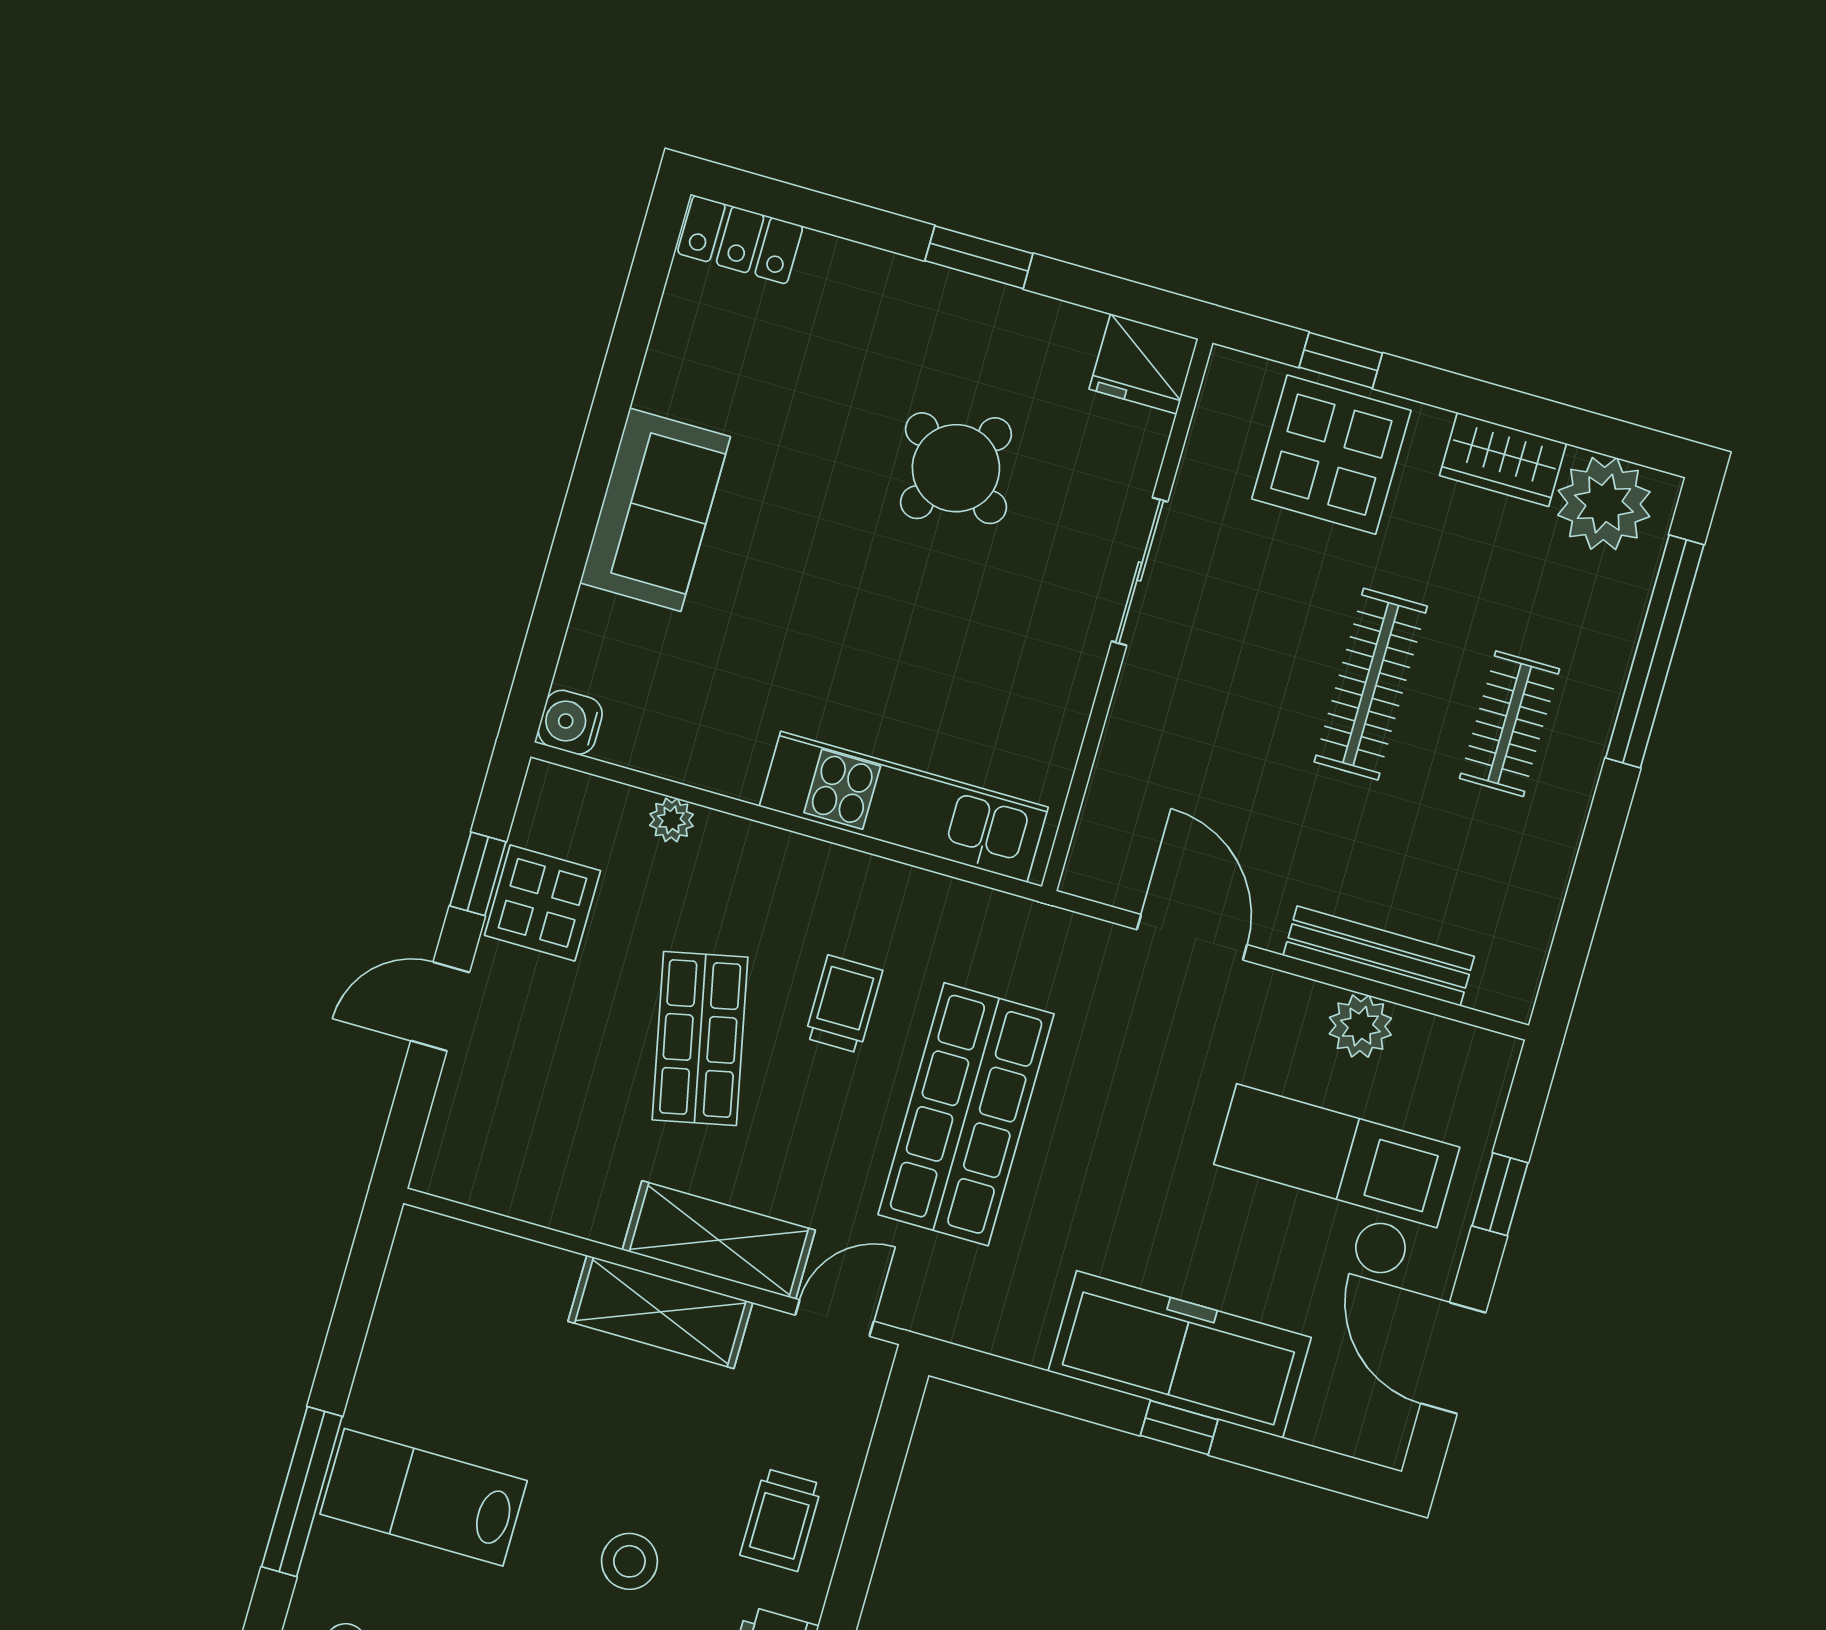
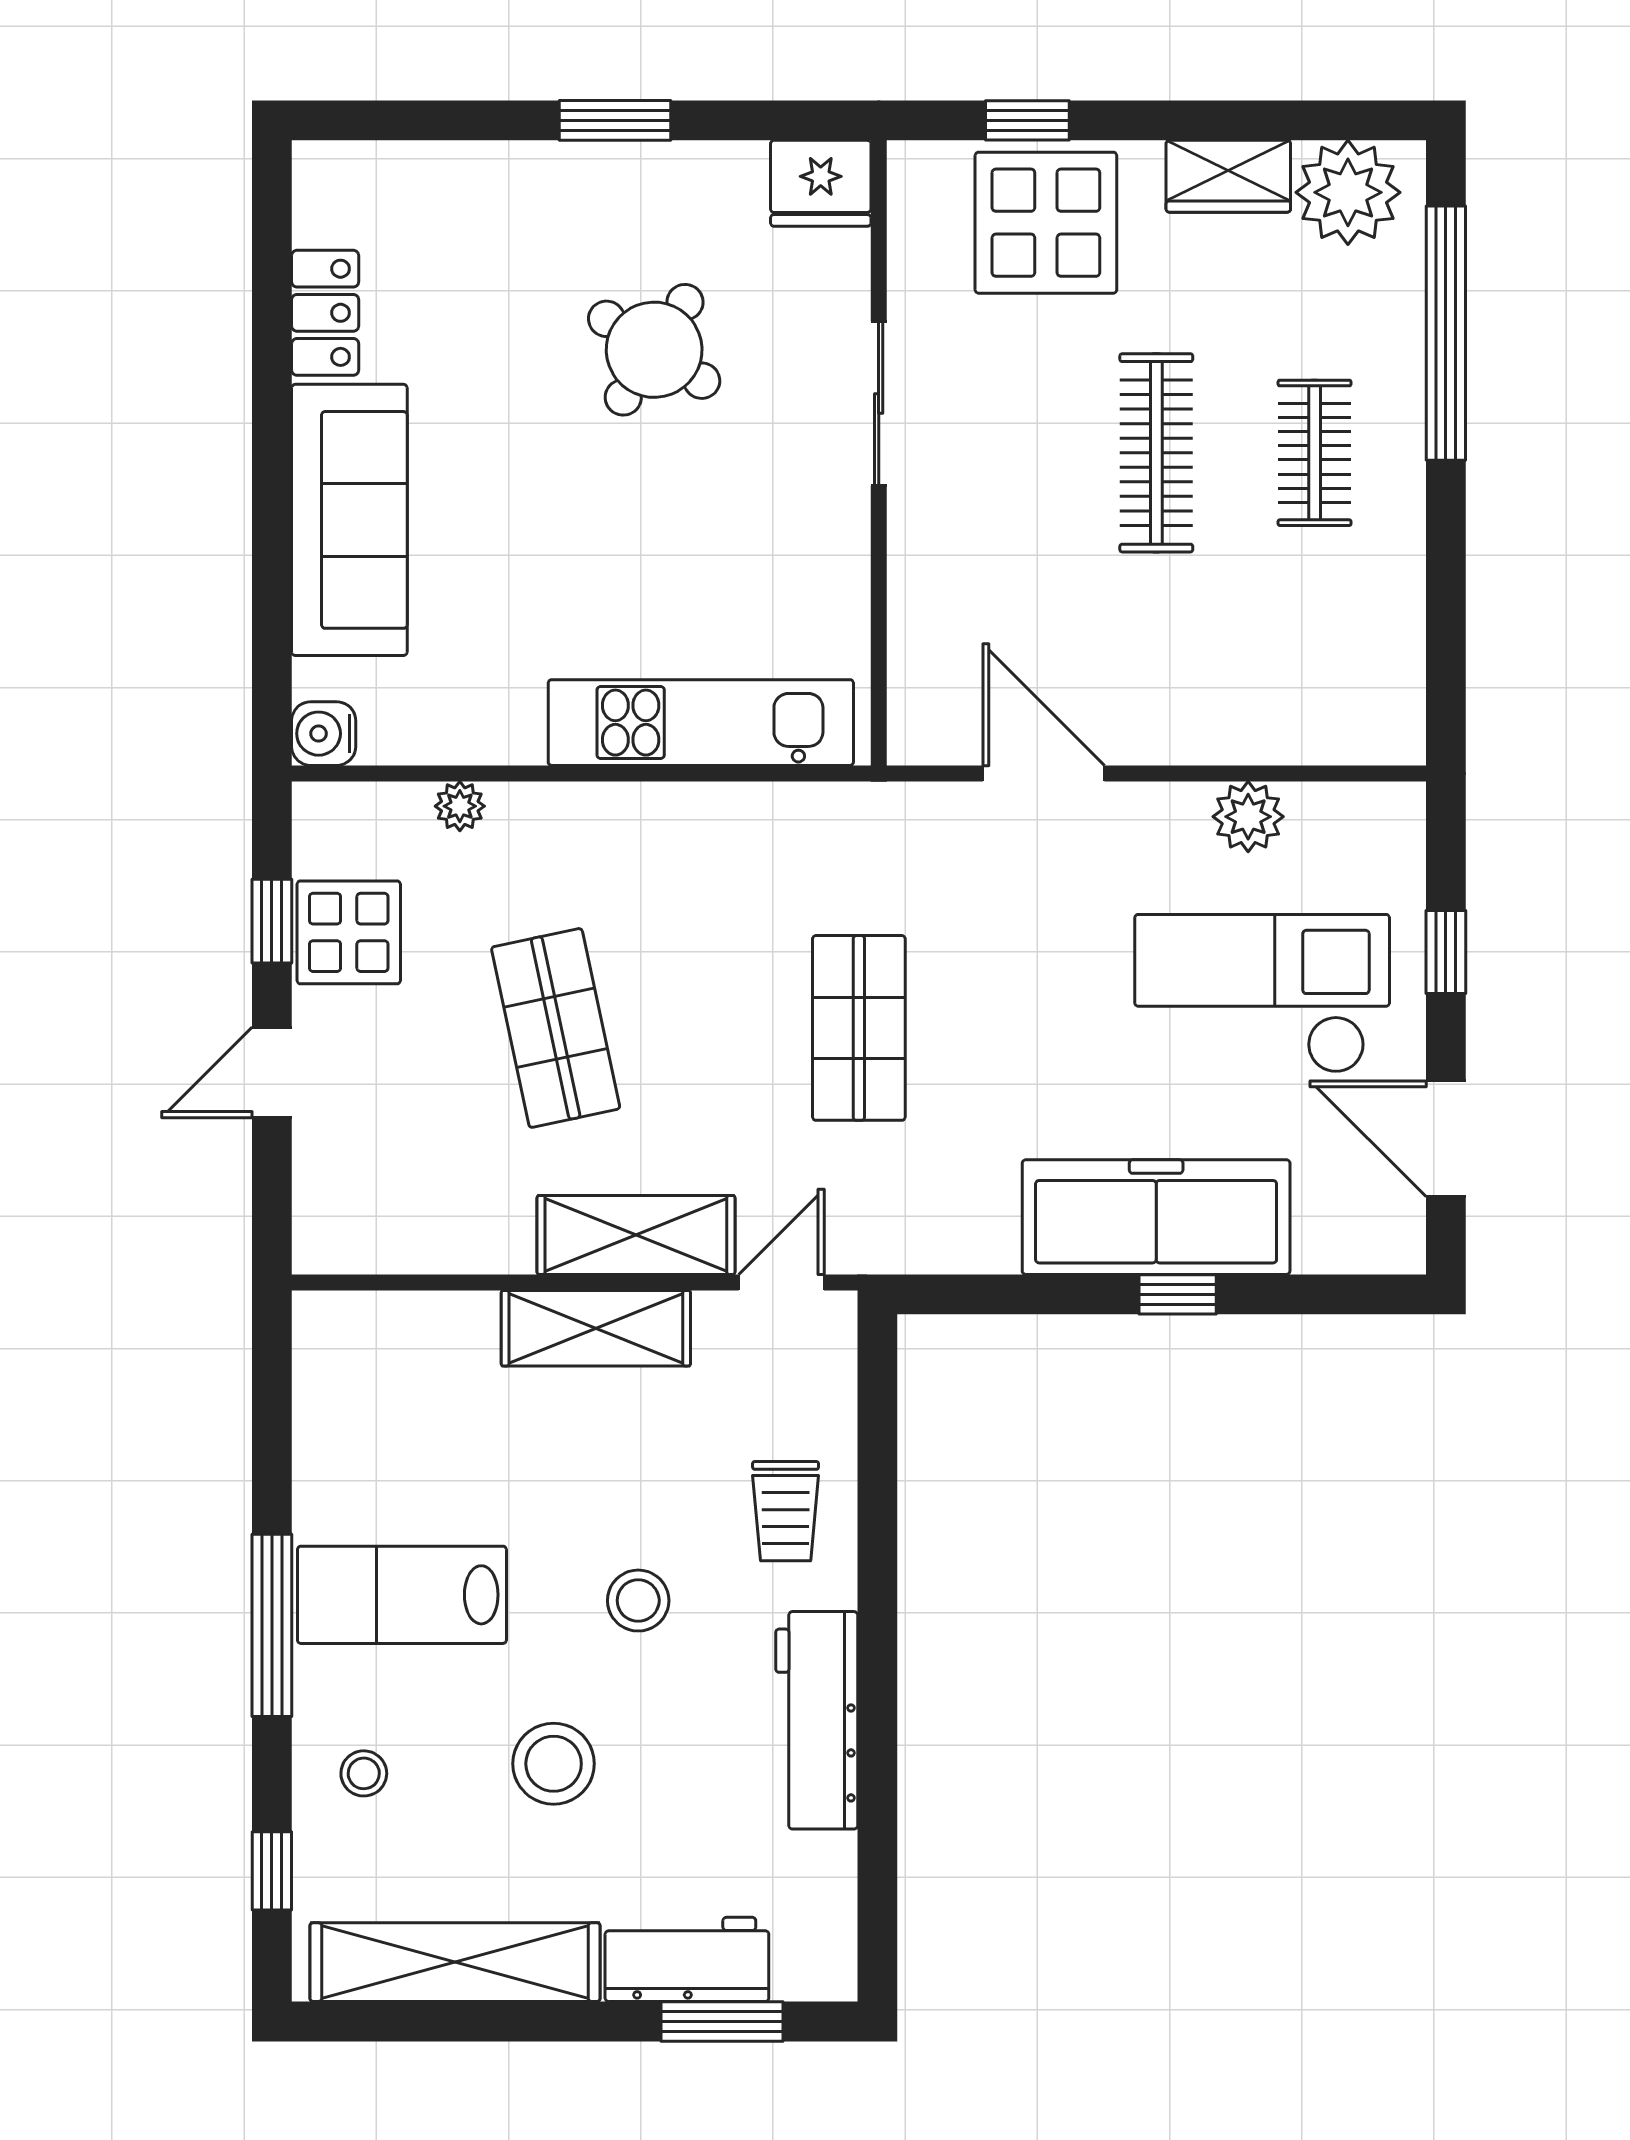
locker: (740, 240) -> (325, 313), moved, turned -90
sofa: (655, 510) -> (349, 520), width x1.36
bench: (1379, 956) -> (1246, 737), removed
trolley: (844, 1004) -> (697, 949), removed
shop shelf: (966, 1114) -> (859, 1028), width x0.70, depth x0.74

